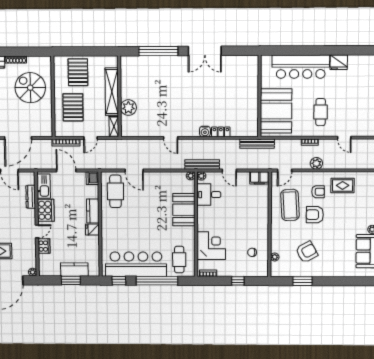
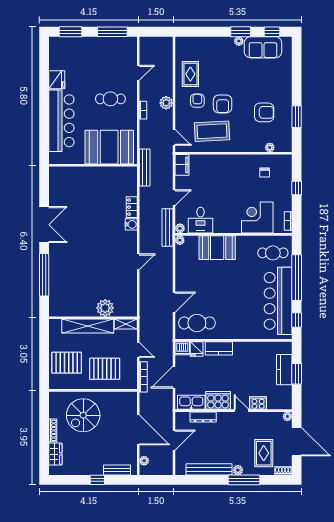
fridge: (92, 230) -> (197, 349), moved
armchair: (307, 252) -> (264, 112), turned 119

